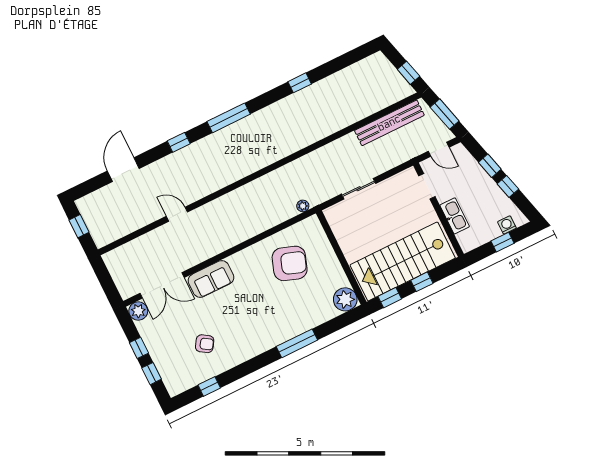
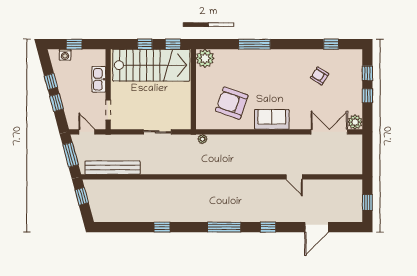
sofa: (211, 279) -> (272, 119), moved

